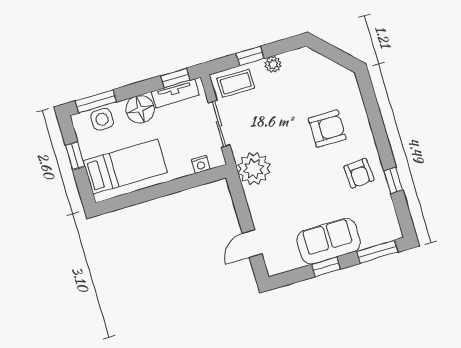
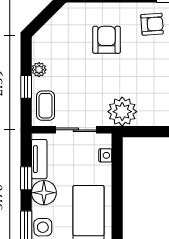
window: (175, 78) -> (26, 178), moved

